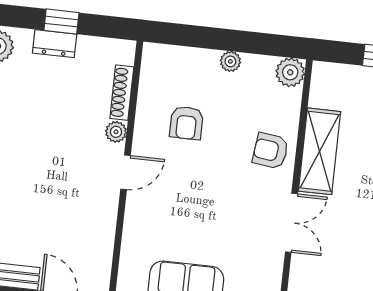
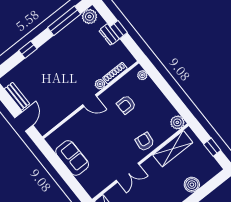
plant: (230, 61) -> (142, 75), moved
shelving: (319, 151) -> (173, 149), moved

